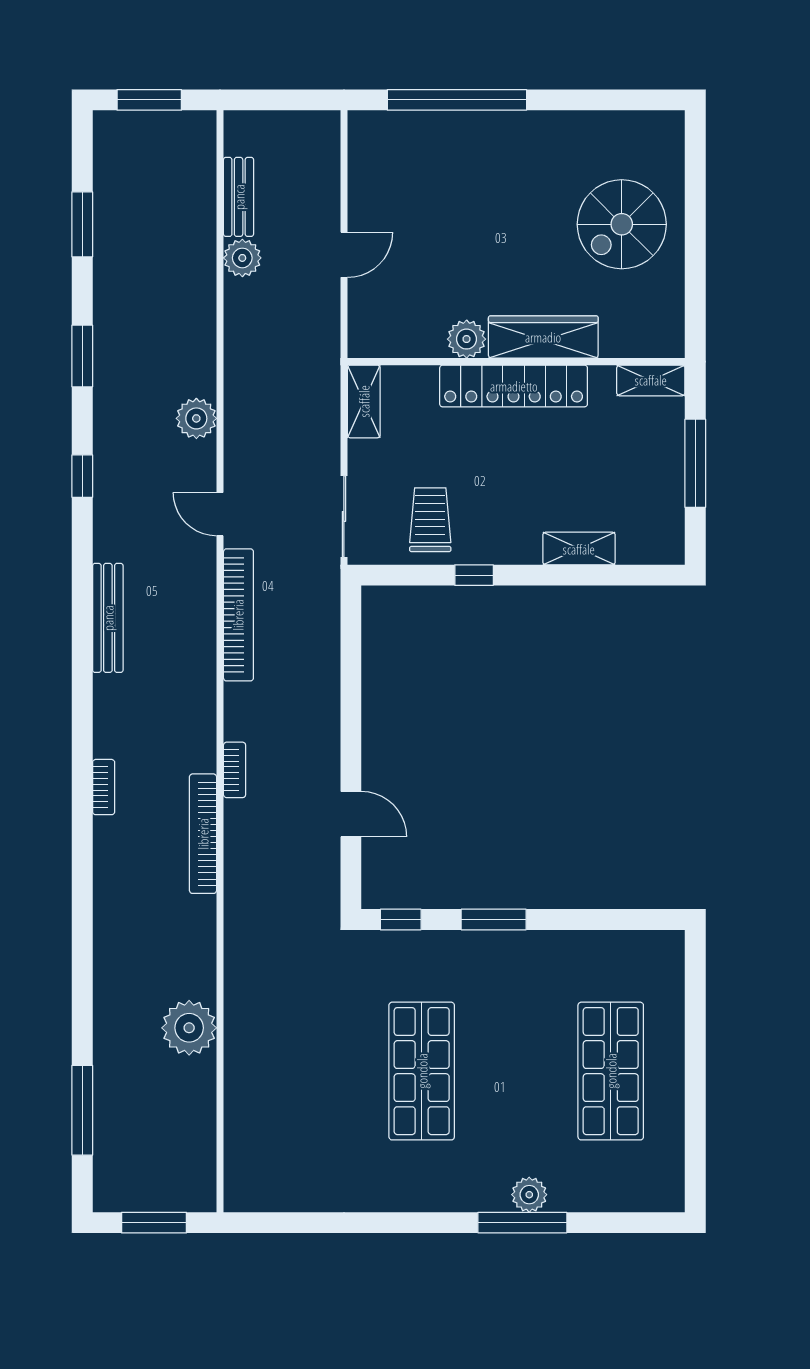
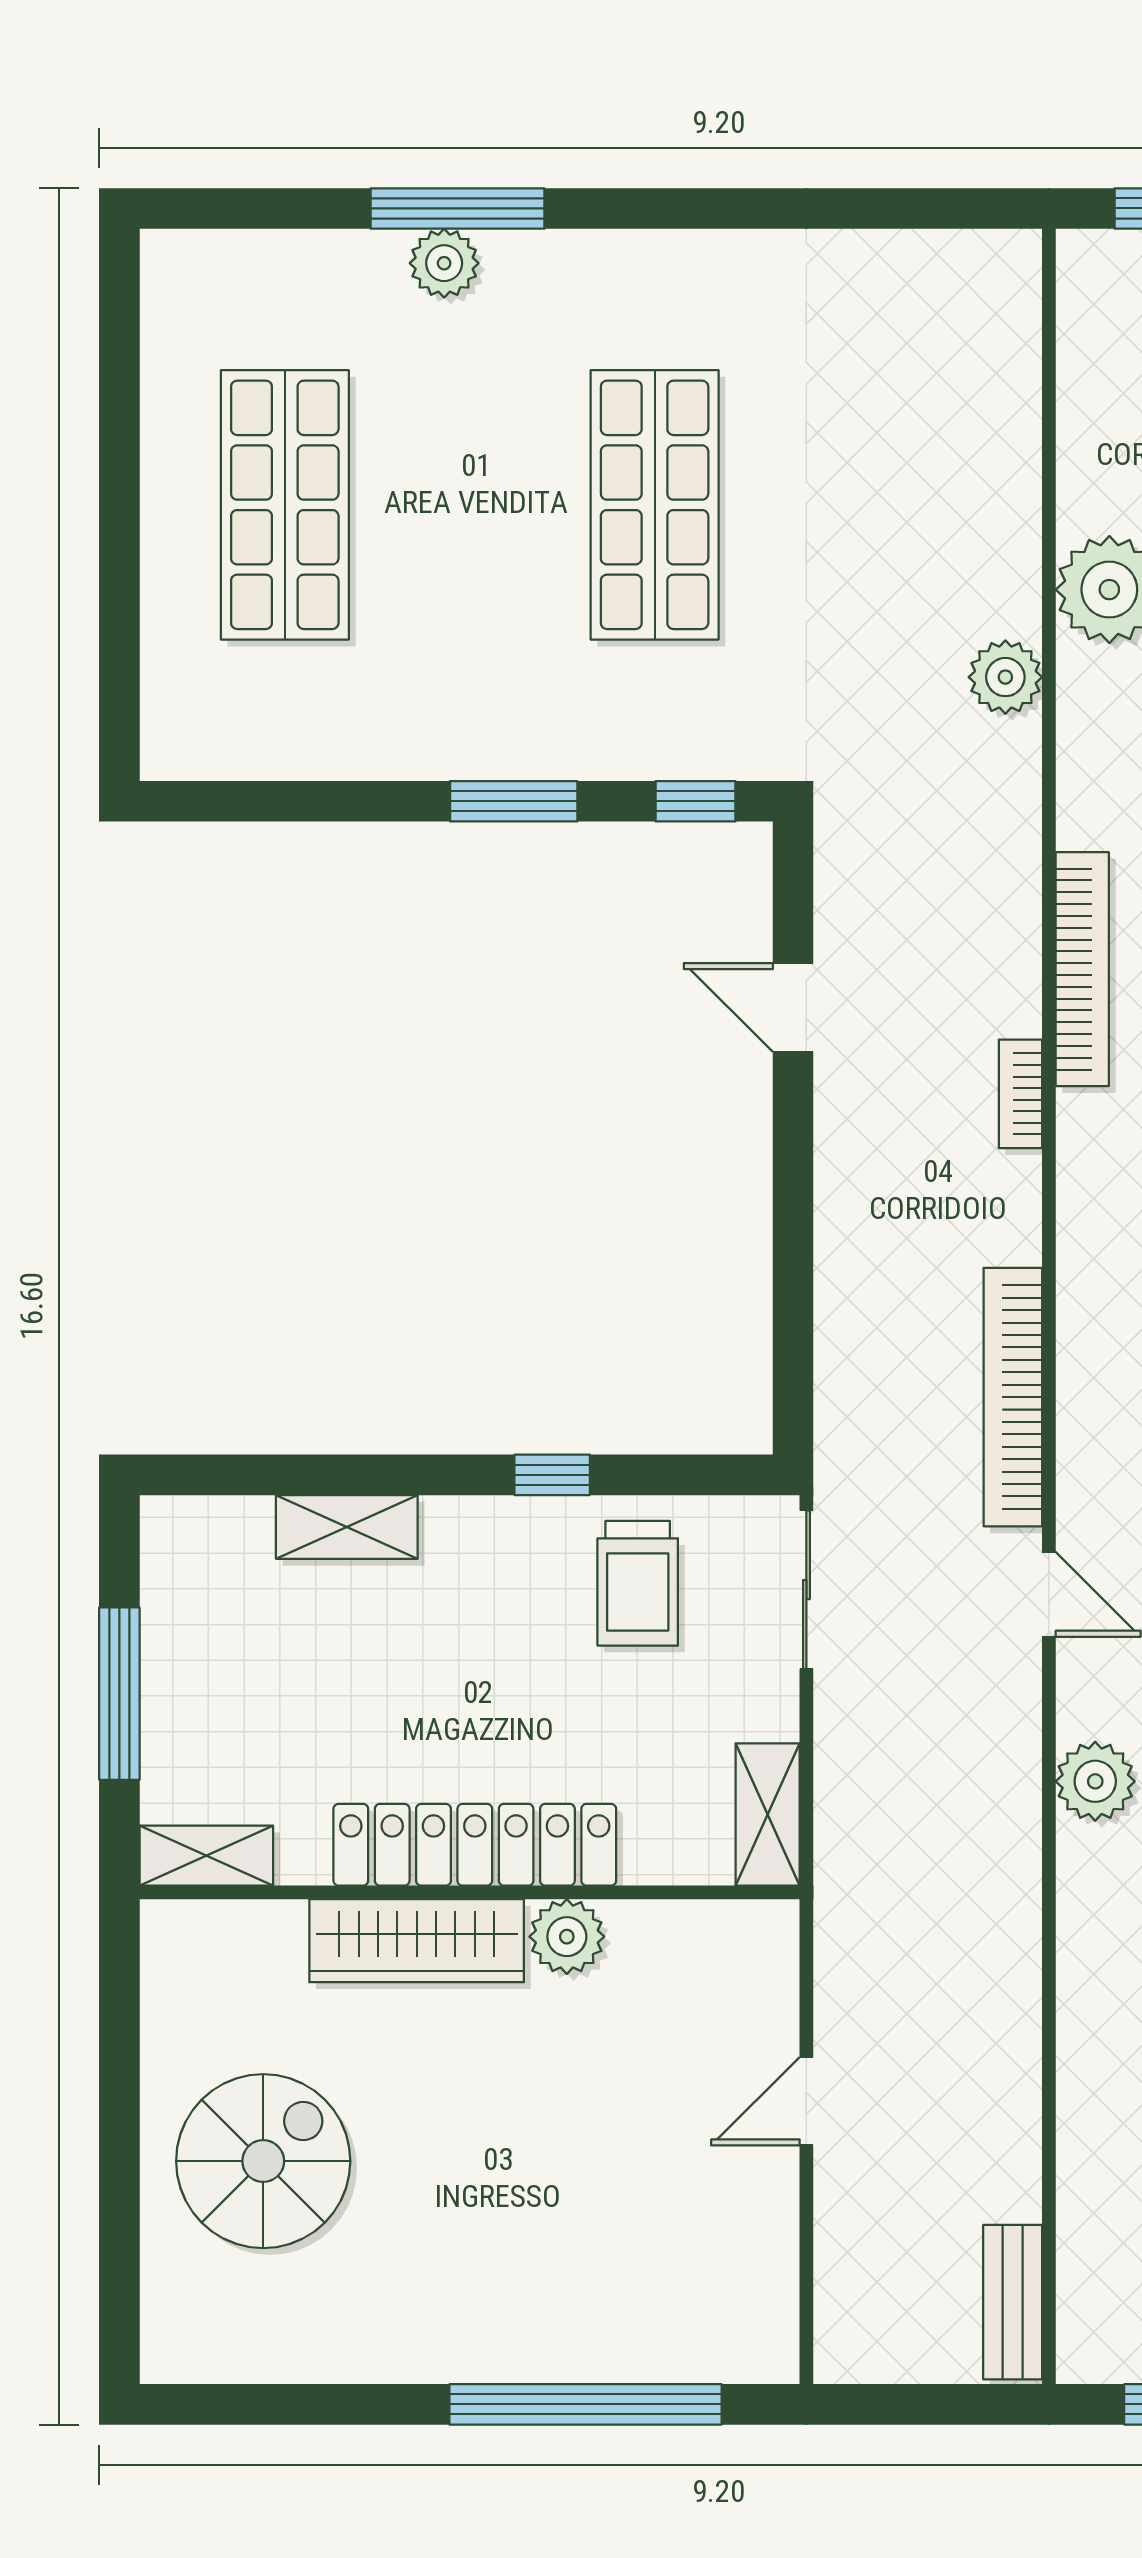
bench: (239, 197) -> (1013, 2302), moved
plant: (242, 258) -> (1005, 677), moved

